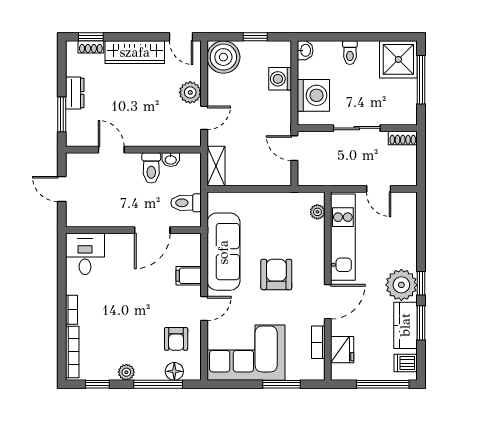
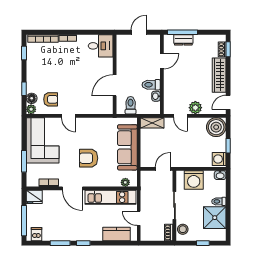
shower: (398, 59) -> (215, 218), moved
washing machine: (280, 79) -> (219, 159), moved, turned -90
window: (421, 80) -> (203, 243), width x0.46
dresser: (75, 93) -> (183, 40), moved
window: (62, 114) -> (182, 32), width x1.44
stool: (397, 114) -> (183, 229), added
door: (379, 189) -> (139, 218), hinge flipped
door: (152, 230) -> (115, 85), hinge flipped
sofa: (223, 252) -> (127, 147), moved, turned 90
armchair: (276, 274) -> (89, 158), turned 180
filing cabinet: (189, 276) -> (88, 107), removed
plant: (401, 285) -> (82, 232), removed
kitchen counter: (405, 325) -> (117, 234), moved
armchair: (176, 339) -> (51, 99), turned 180
fridge: (342, 350) -> (34, 197), moved
plant: (126, 372) -> (31, 109), moved
window: (158, 384) -> (24, 89), width x0.46

